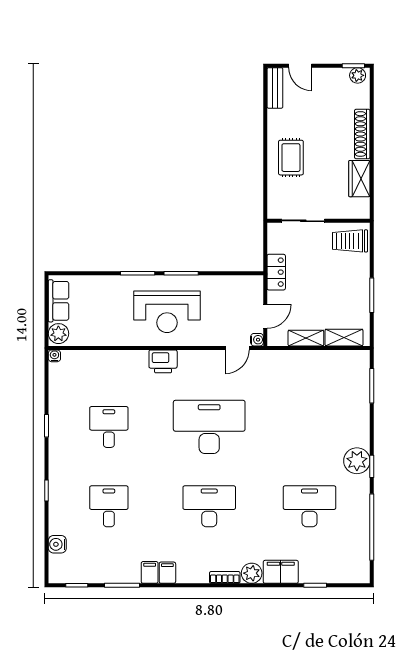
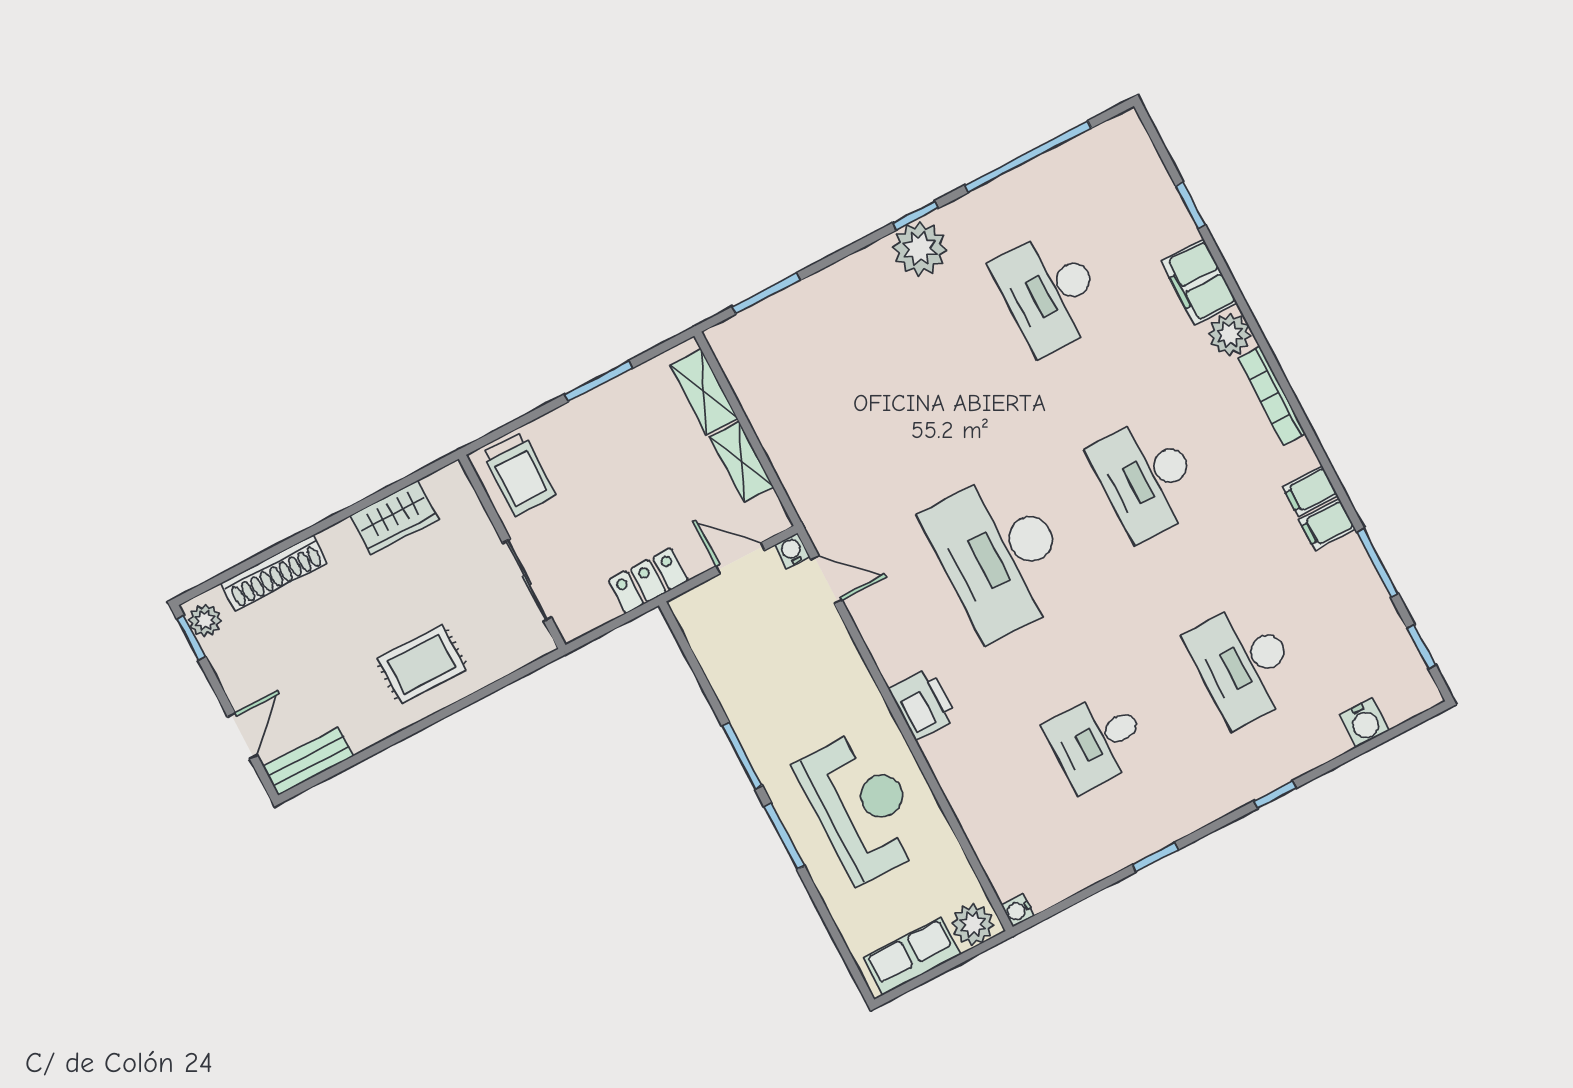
shoe rack: (362, 134) -> (274, 573), moved
reception desk: (167, 312) -> (861, 806), moved
desk: (109, 506) -> (1244, 664), width x1.37
bookcase: (225, 577) -> (1272, 396), width x1.56

